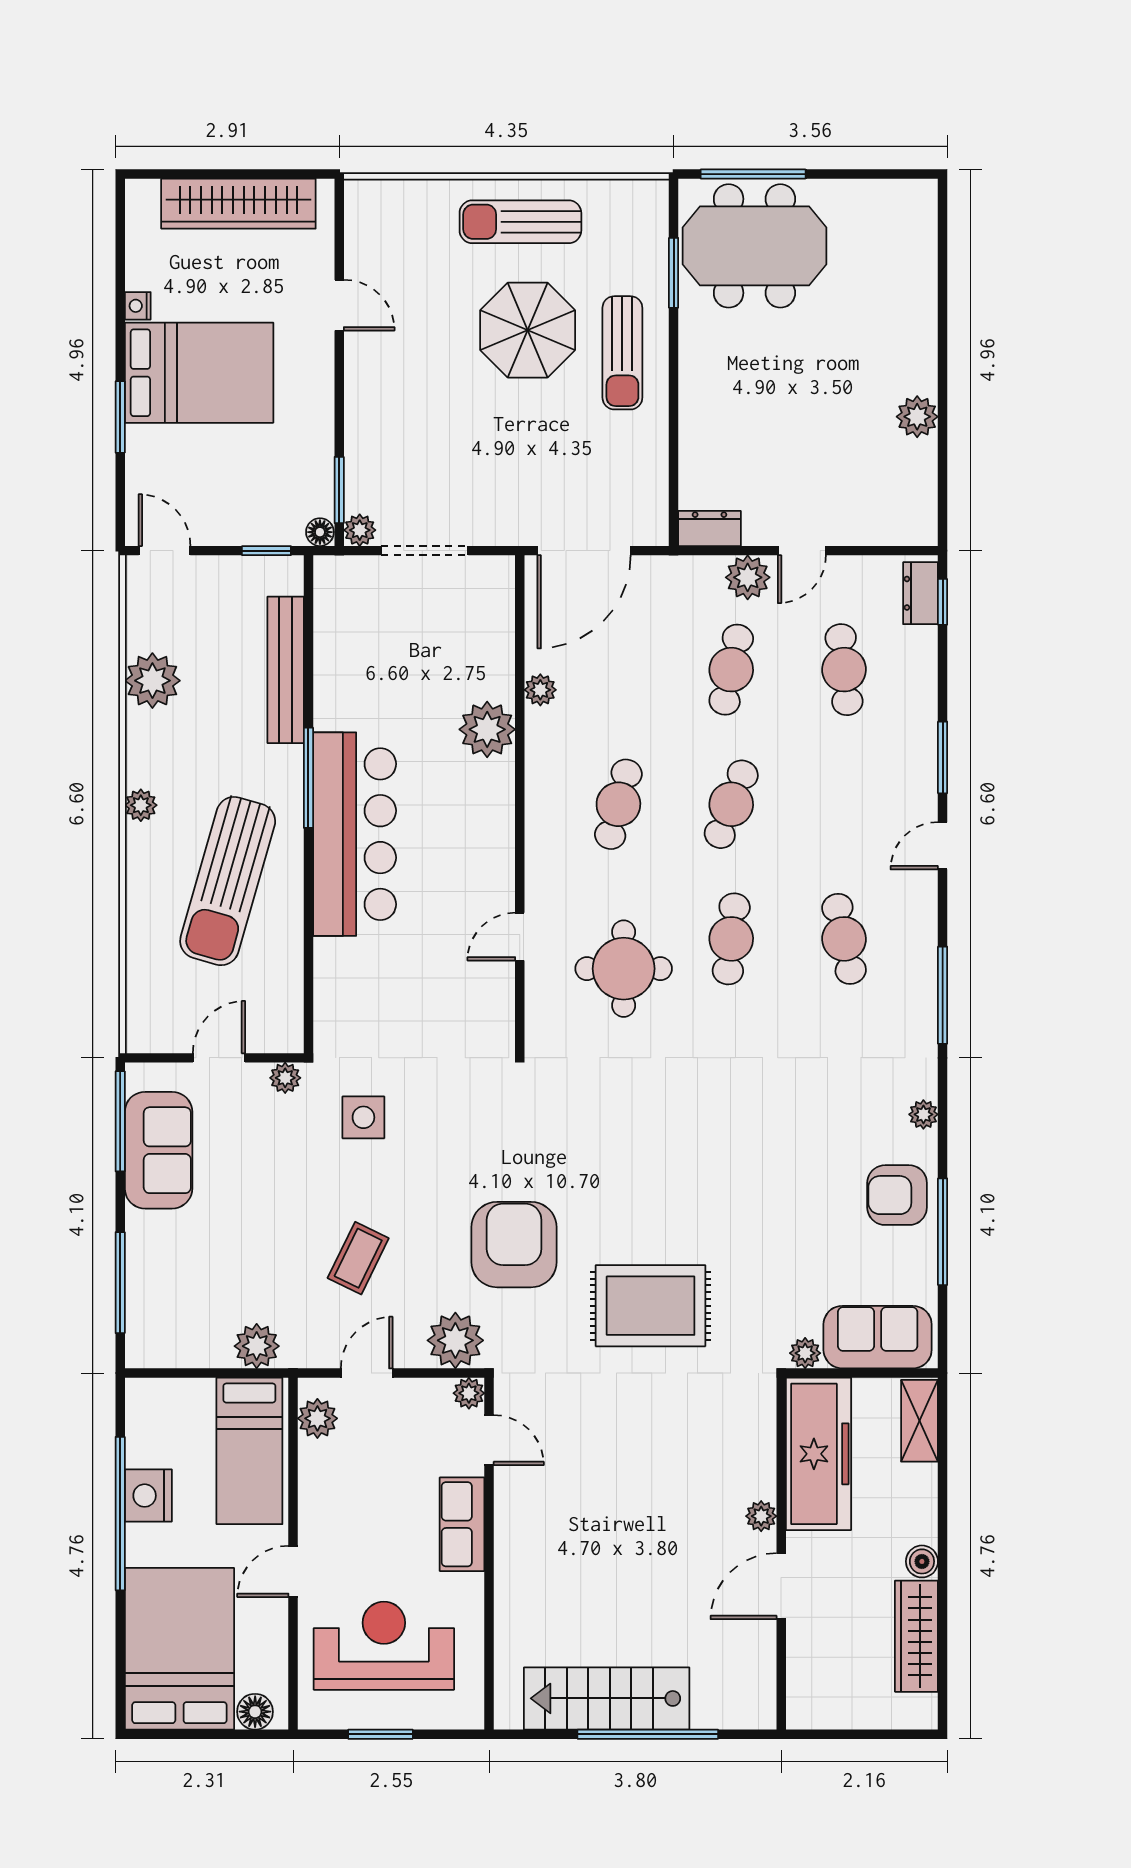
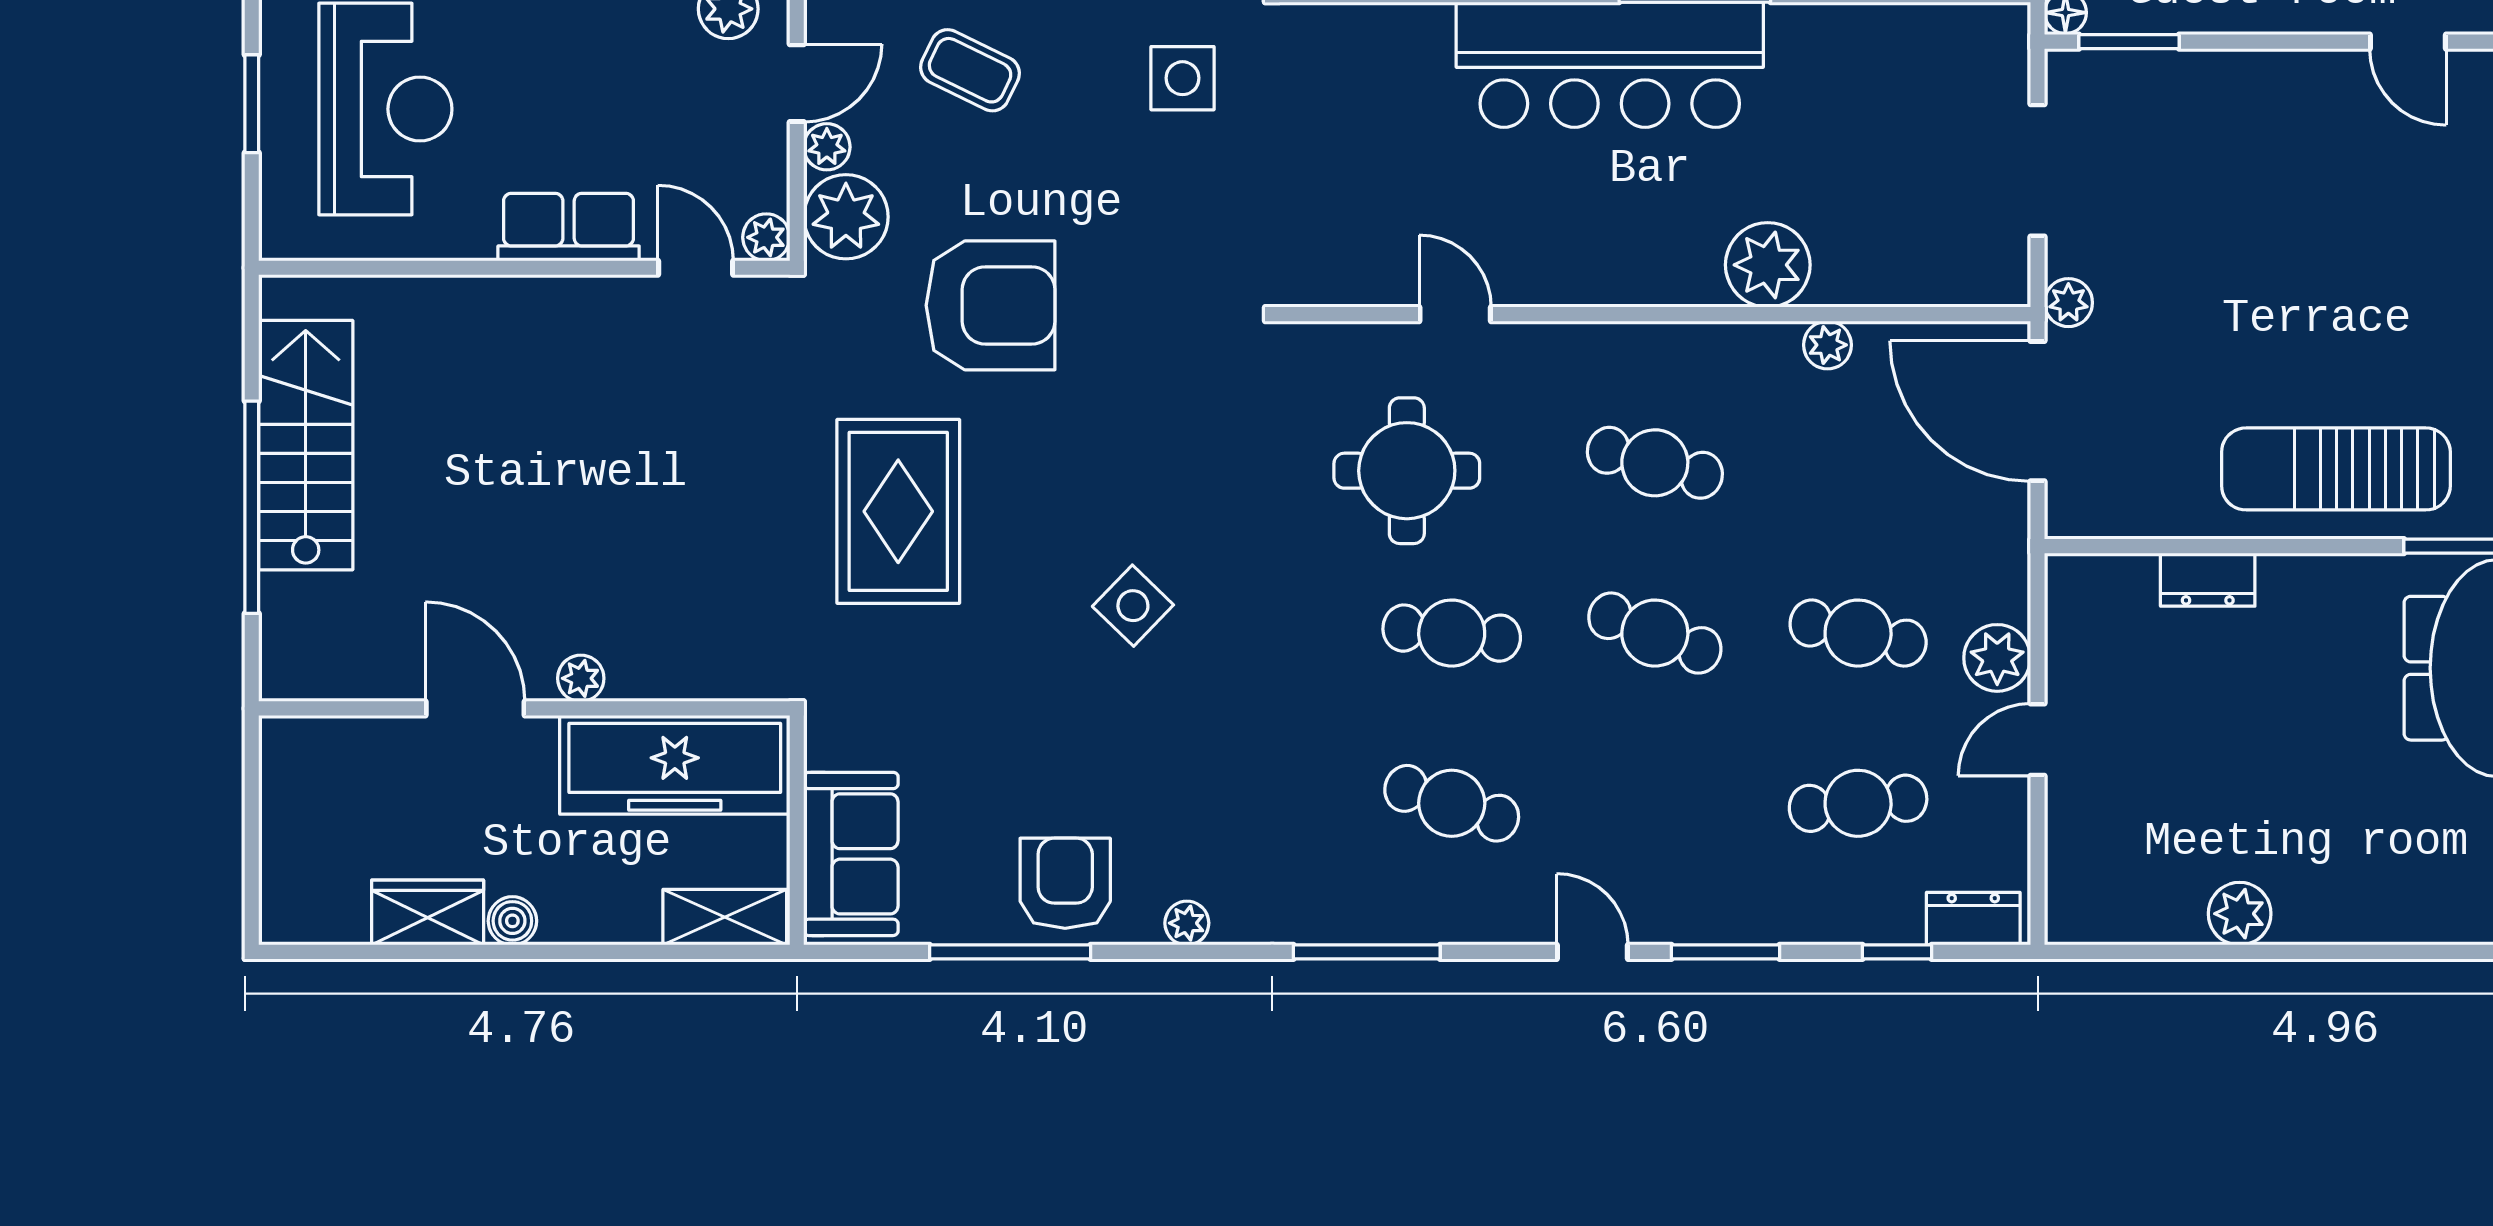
door: (339, 305) -> (2408, 42), hinge flipped
parasol: (528, 330) -> (2370, 326), removed
sun lounger: (622, 353) -> (2336, 469), width x1.36, depth x1.34
dresser: (709, 528) -> (2208, 580), moved, turned 90
plant: (360, 530) -> (2068, 303), moved
door: (802, 551) -> (2038, 740), hinge flipped
window: (943, 602) -> (1897, 952), moved
cafe table: (844, 939) -> (1452, 803), turned 30
side table: (713, 1150) -> (1133, 606), added
plant: (805, 1353) -> (827, 147), moved
door: (367, 1373) -> (797, 83), hinge flipped
door: (489, 1440) -> (696, 268), swing flipped
wardrobe: (916, 1636) -> (428, 913), width x0.67

